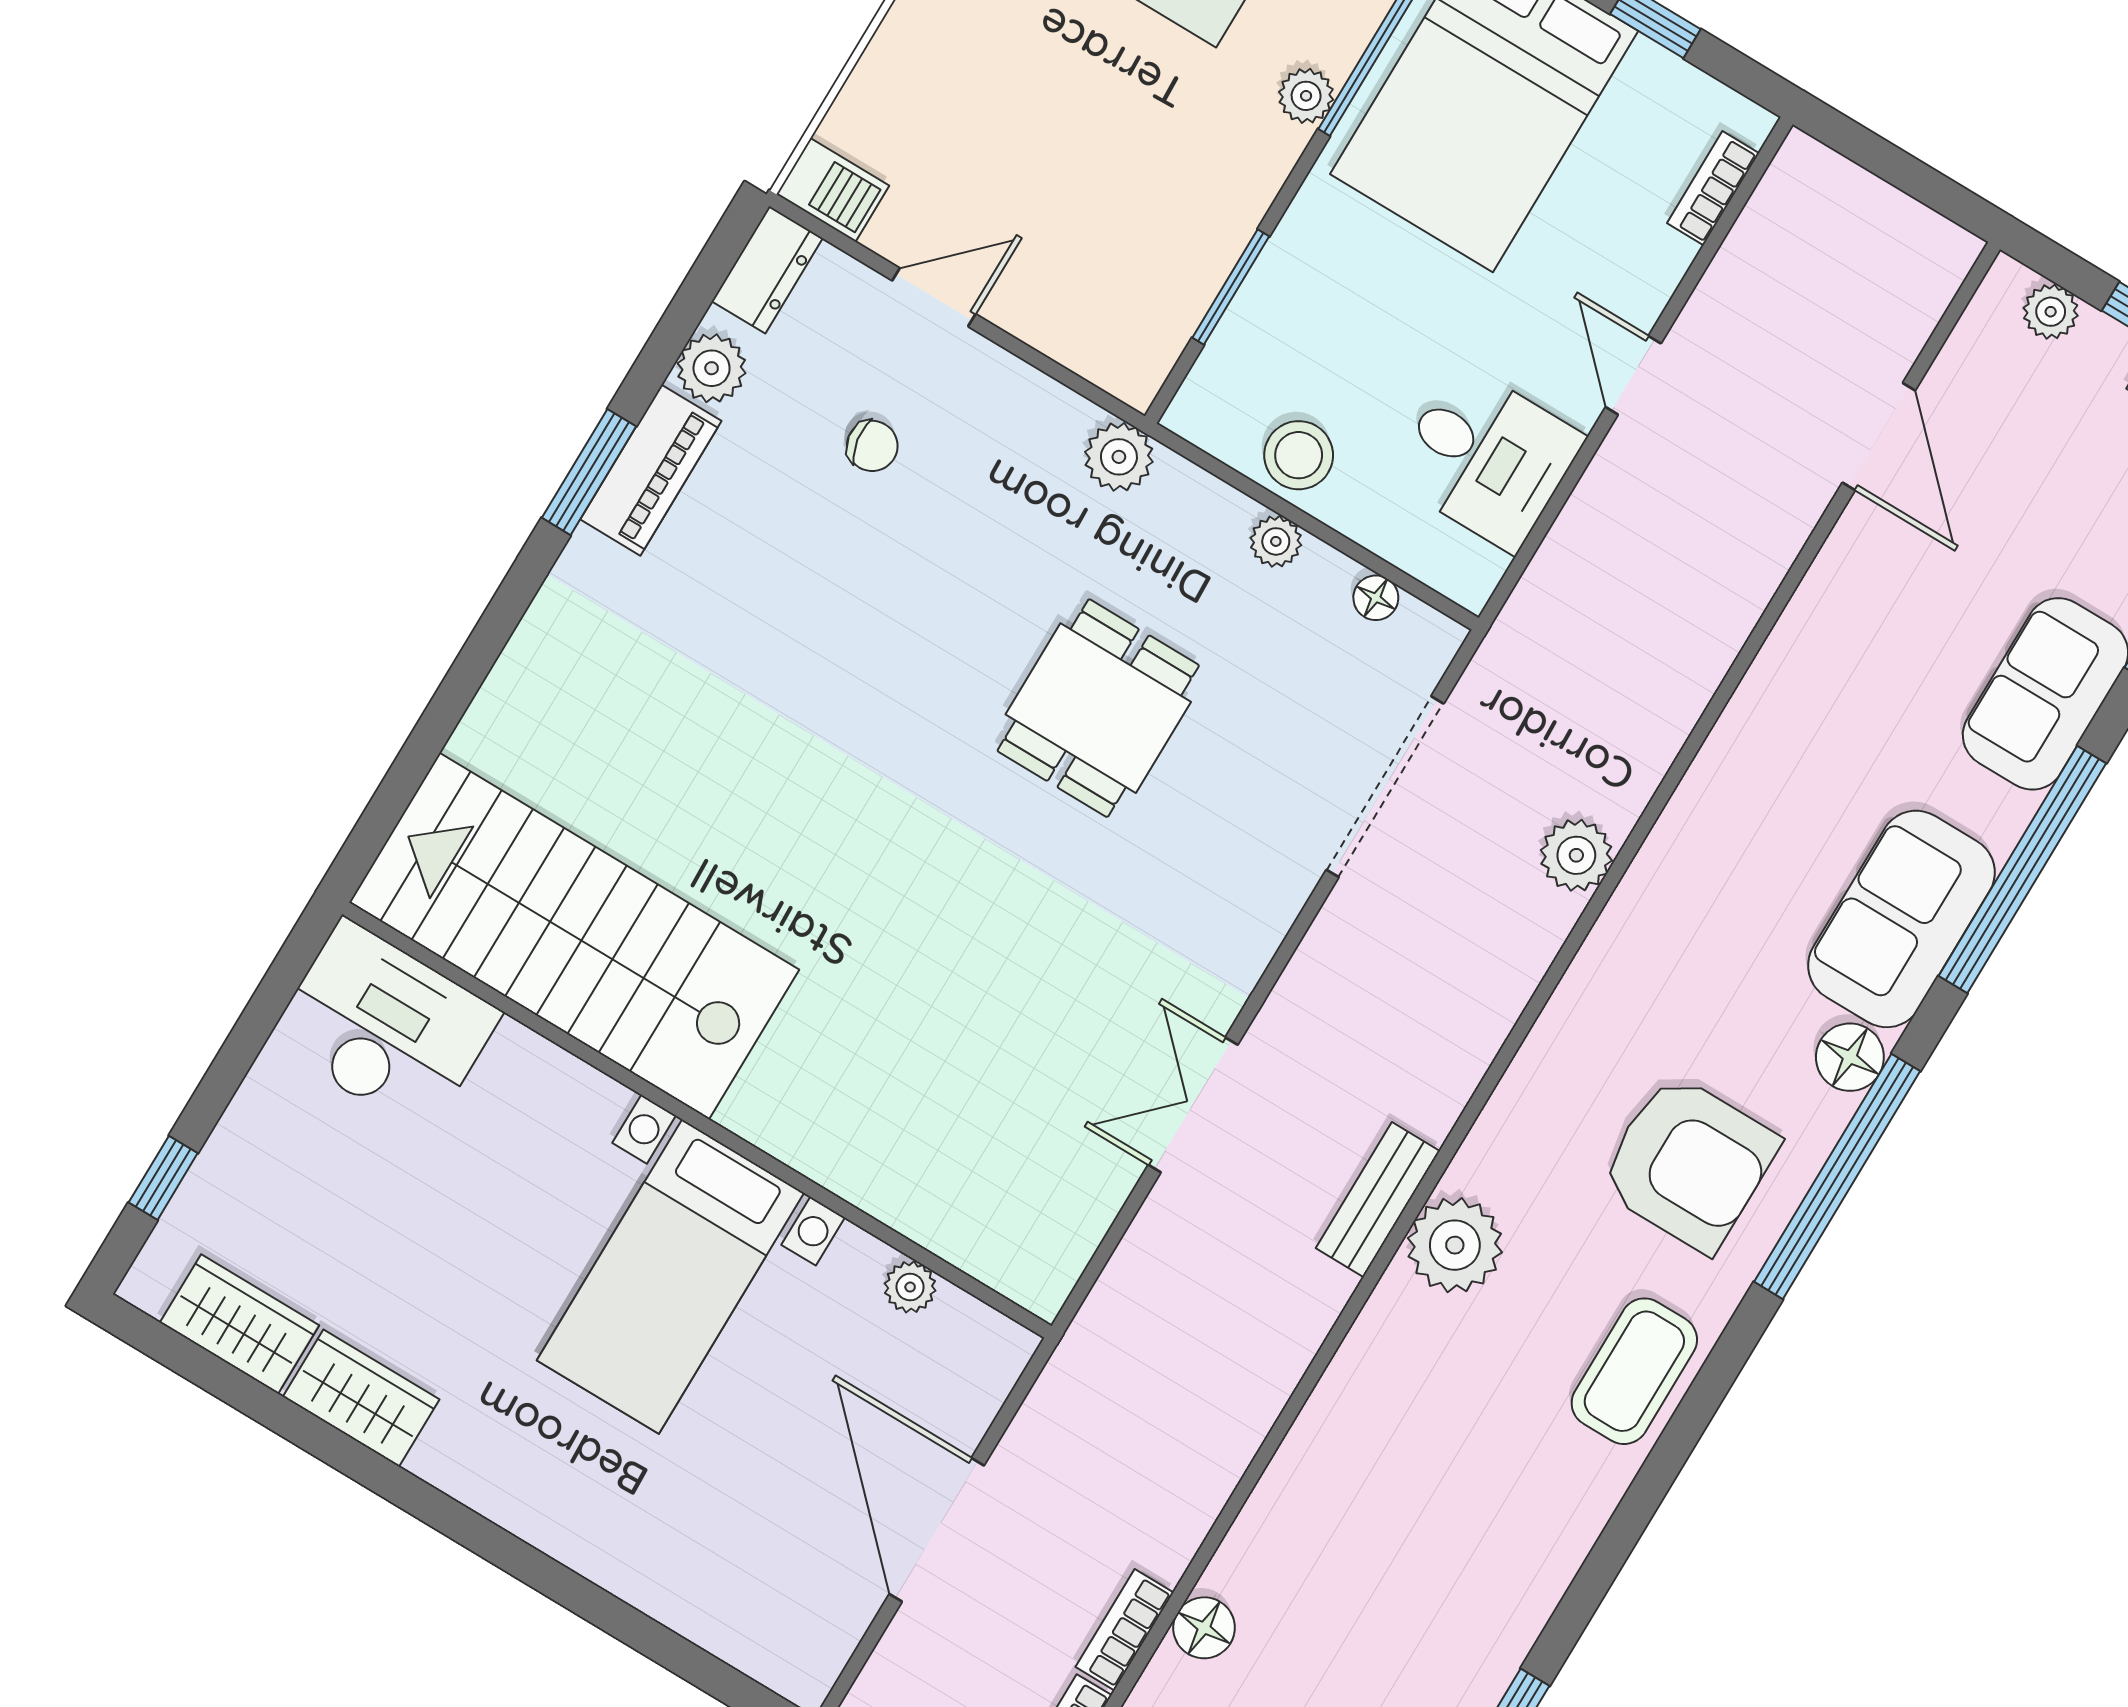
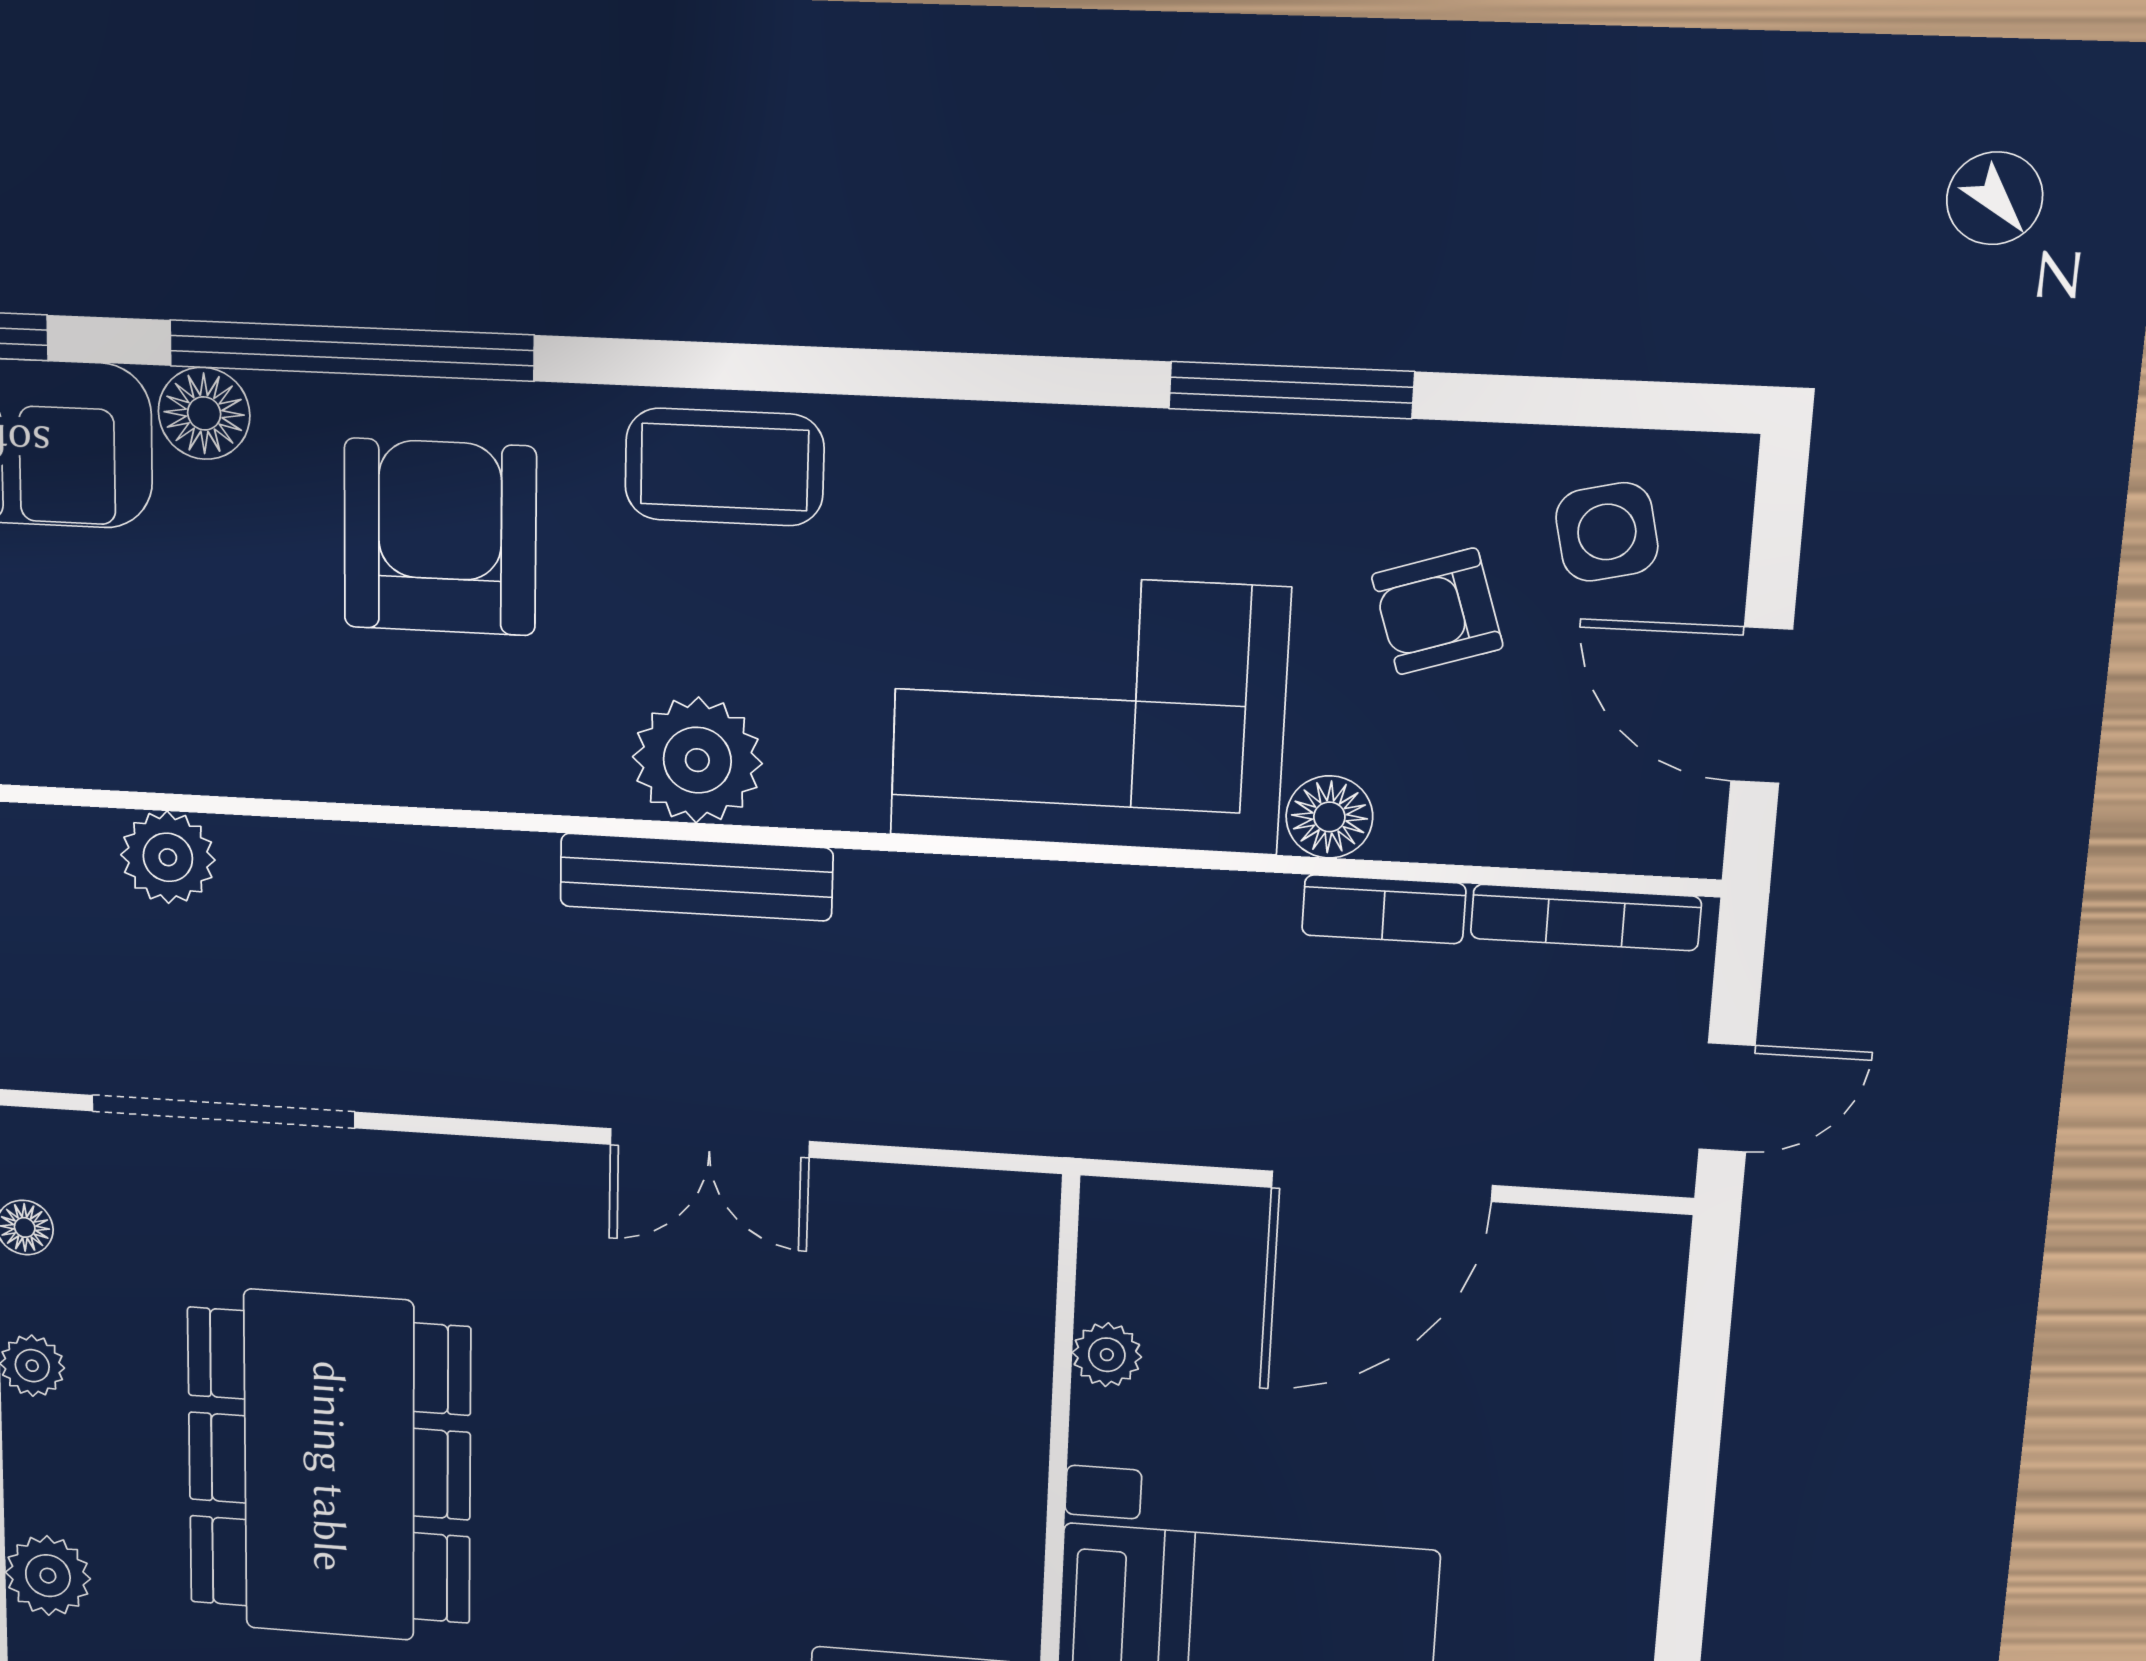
dining table: (1098, 708) -> (329, 1466), width x1.88, depth x1.24
bench: (1378, 1200) -> (696, 877), width x1.36
corner sofa: (1353, 1513) -> (1088, 712), added

